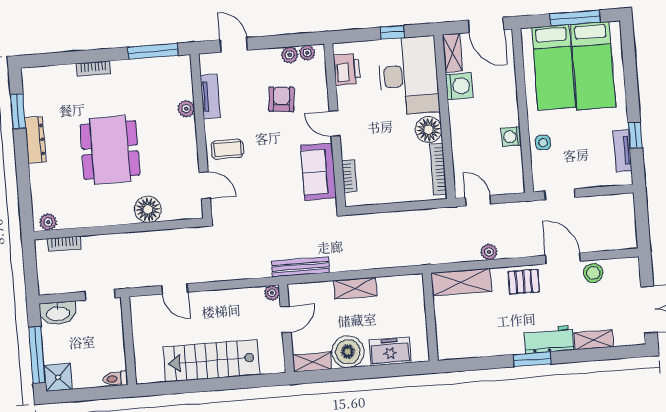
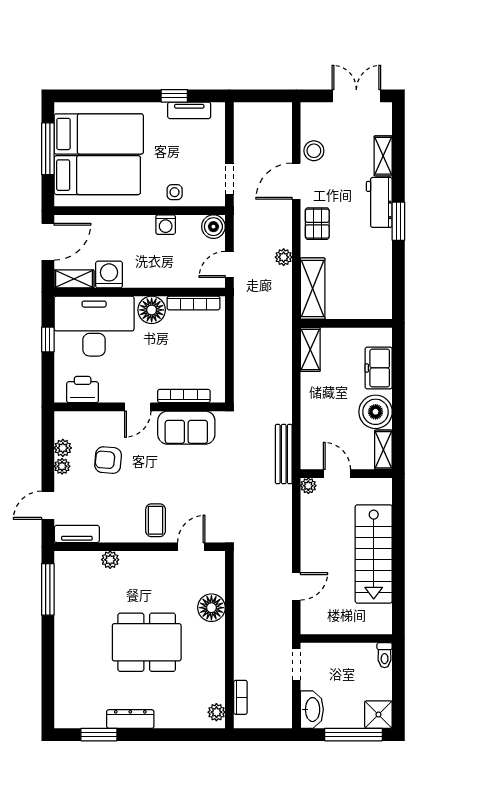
plant: (307, 53) -> (62, 466), moved
bookcase: (93, 69) -> (61, 653), removed
tv unit: (210, 96) -> (77, 534), moved
bookcase: (349, 176) -> (184, 396), width x1.56
boiler: (513, 183) -> (213, 227), added
shelving: (355, 288) -> (310, 349), moved

